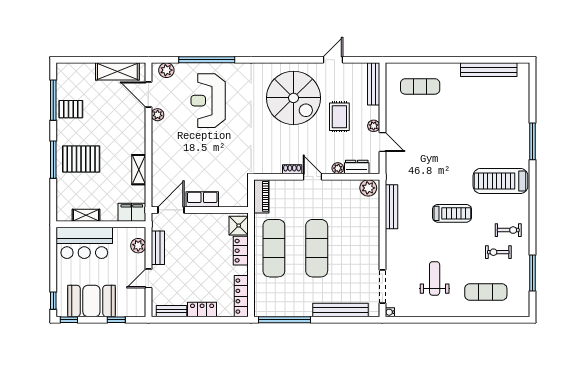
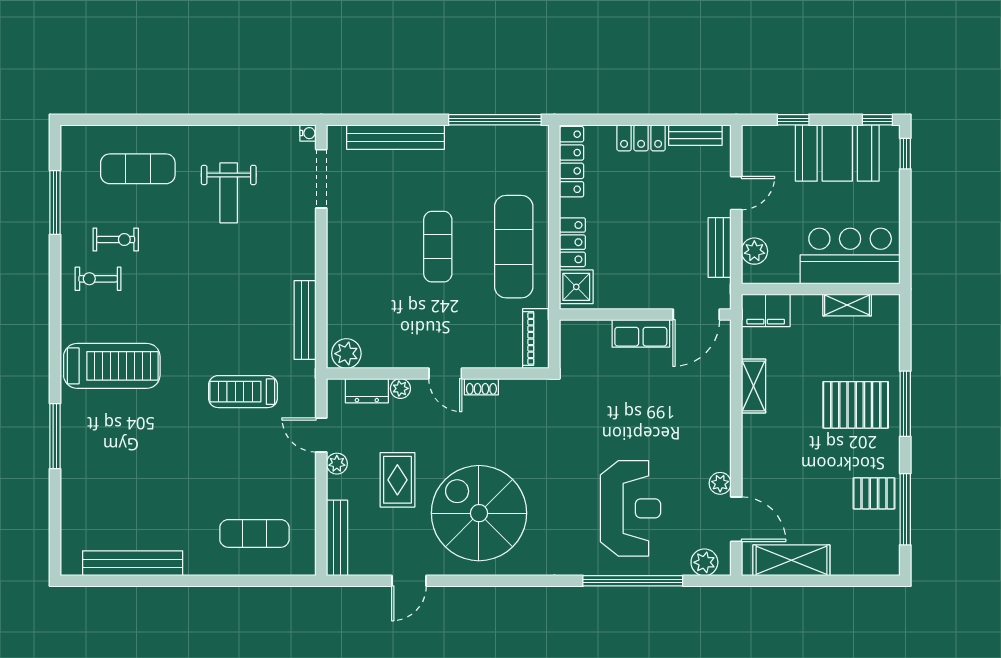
treadmill: (452, 213) -> (243, 392), moved
exercise mat: (317, 248) -> (438, 247), width x0.73, depth x0.69

